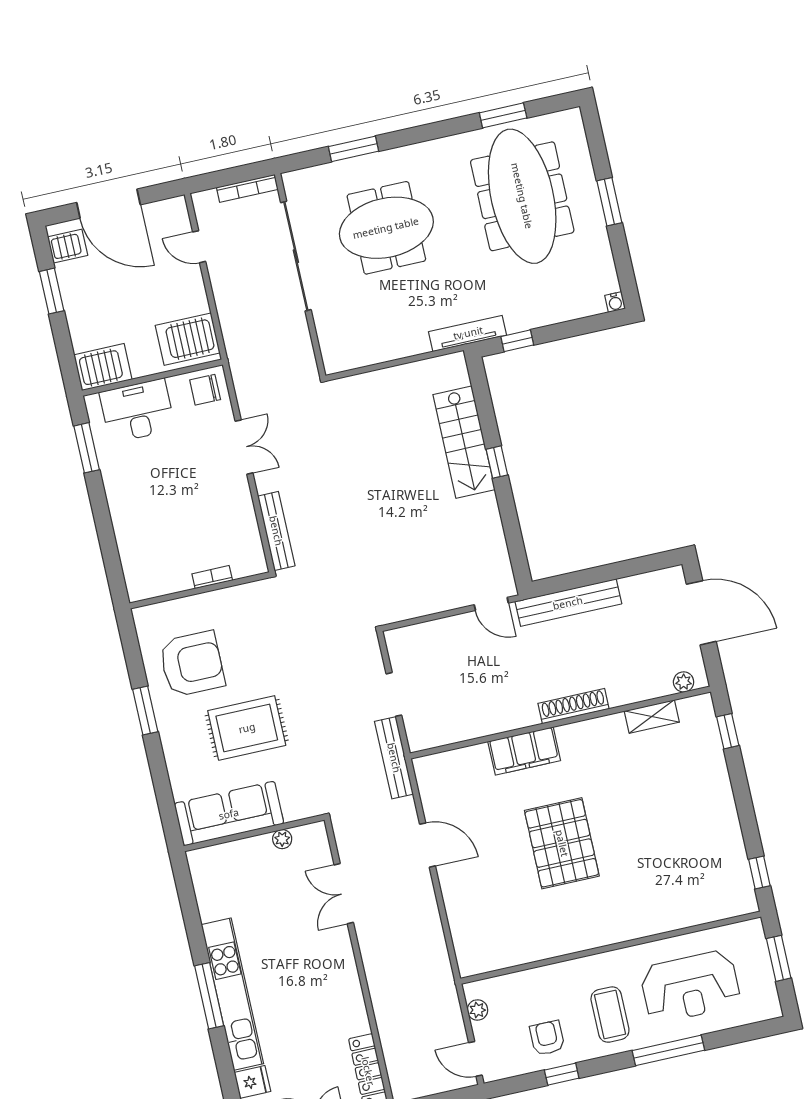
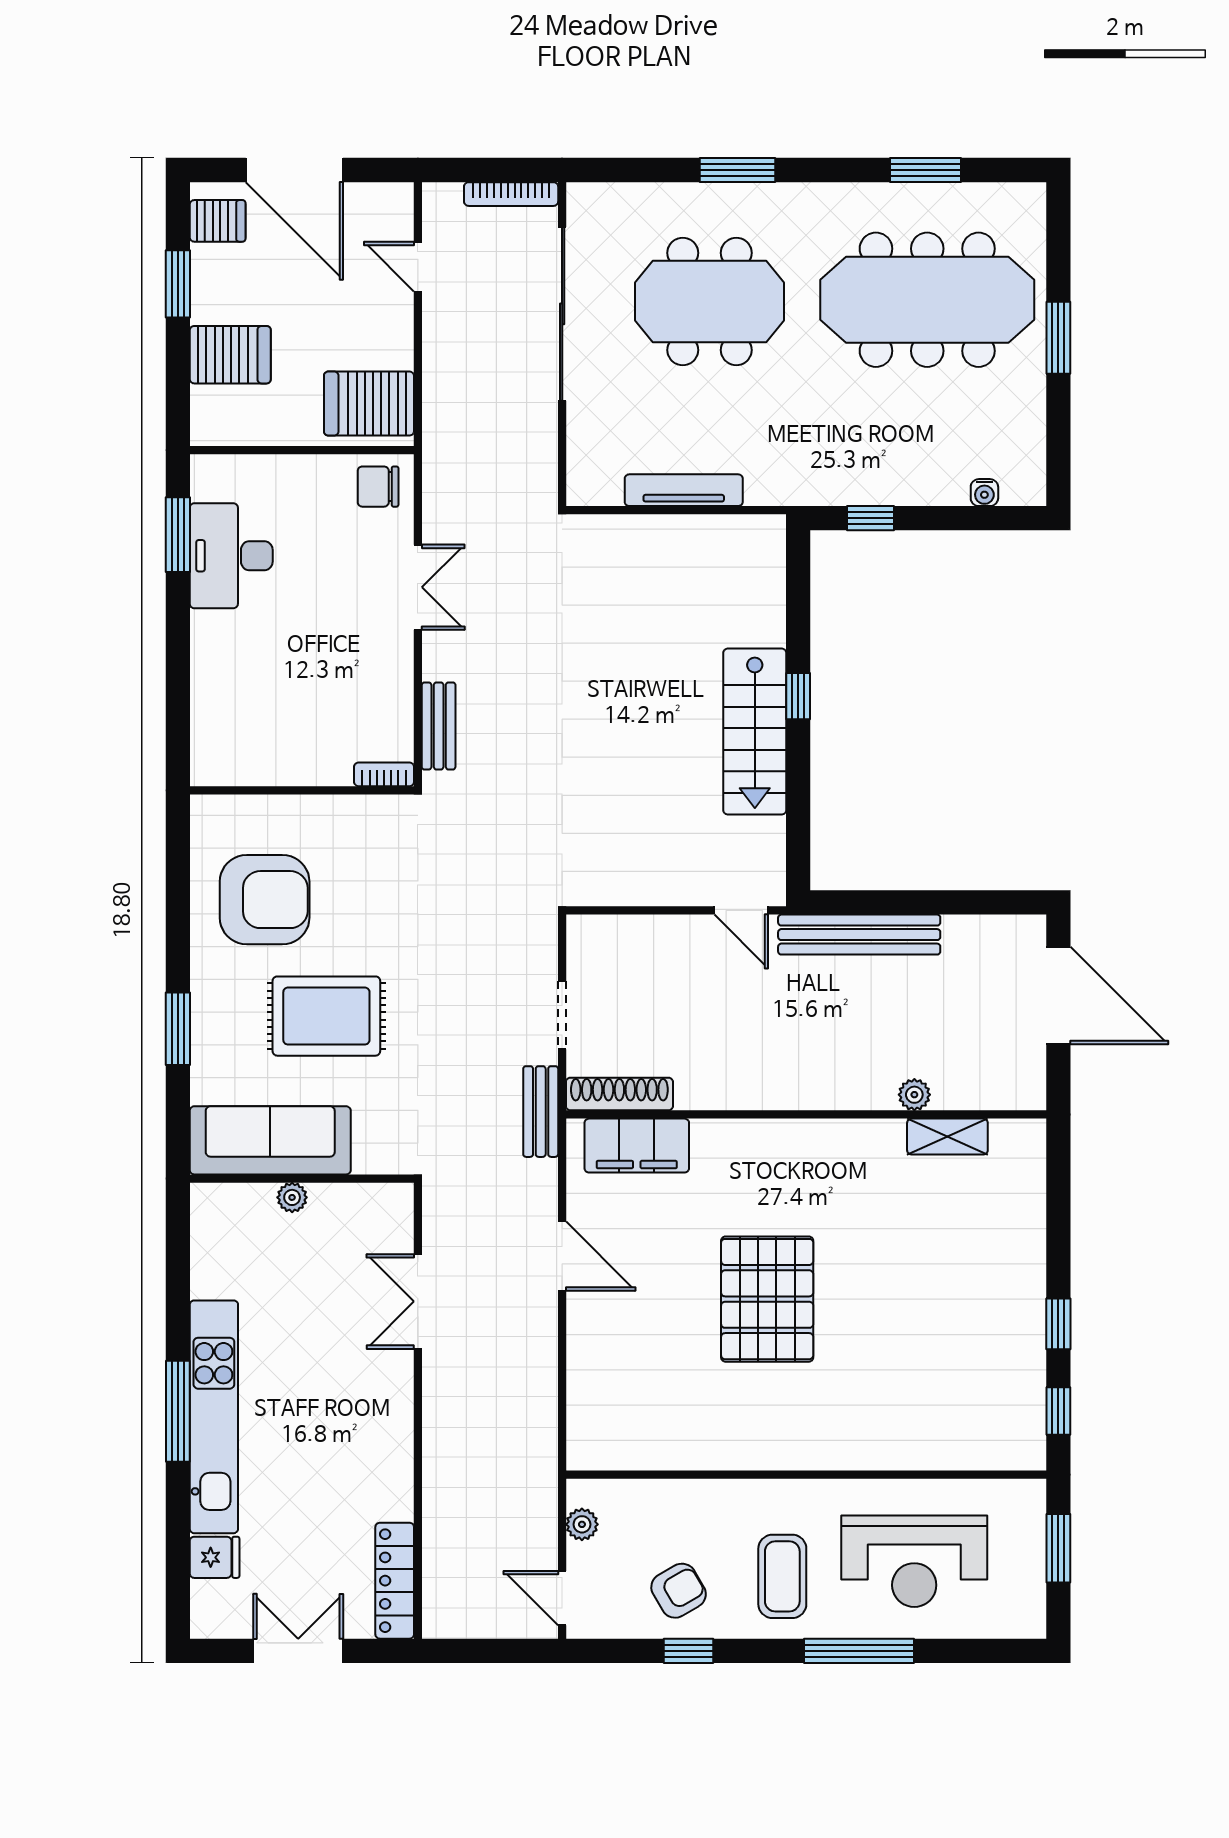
window: (353, 149) -> (738, 170), moved
meeting table: (522, 196) -> (927, 300), turned 90
water cooler: (615, 302) -> (984, 493), moved
tv unit: (468, 333) -> (684, 490), moved
server rack: (103, 367) -> (230, 355), moved
desk: (137, 411) -> (231, 556), moved, turned -90
stairs: (464, 442) -> (755, 732), moved
bench: (276, 531) -> (439, 726), width x0.73
bookcase: (212, 577) -> (384, 774), moved
plant: (684, 682) -> (914, 1095), moved
shoe rack: (573, 706) -> (619, 1094), moved
window: (145, 711) -> (178, 1029), moved
window: (728, 731) -> (1058, 1324), moved
filing cabinet: (524, 751) -> (637, 1146), moved
bench: (394, 758) -> (541, 1112), width x0.73
plant: (282, 839) -> (292, 1197), moved
armchair: (547, 1038) -> (679, 1591), turned 60

